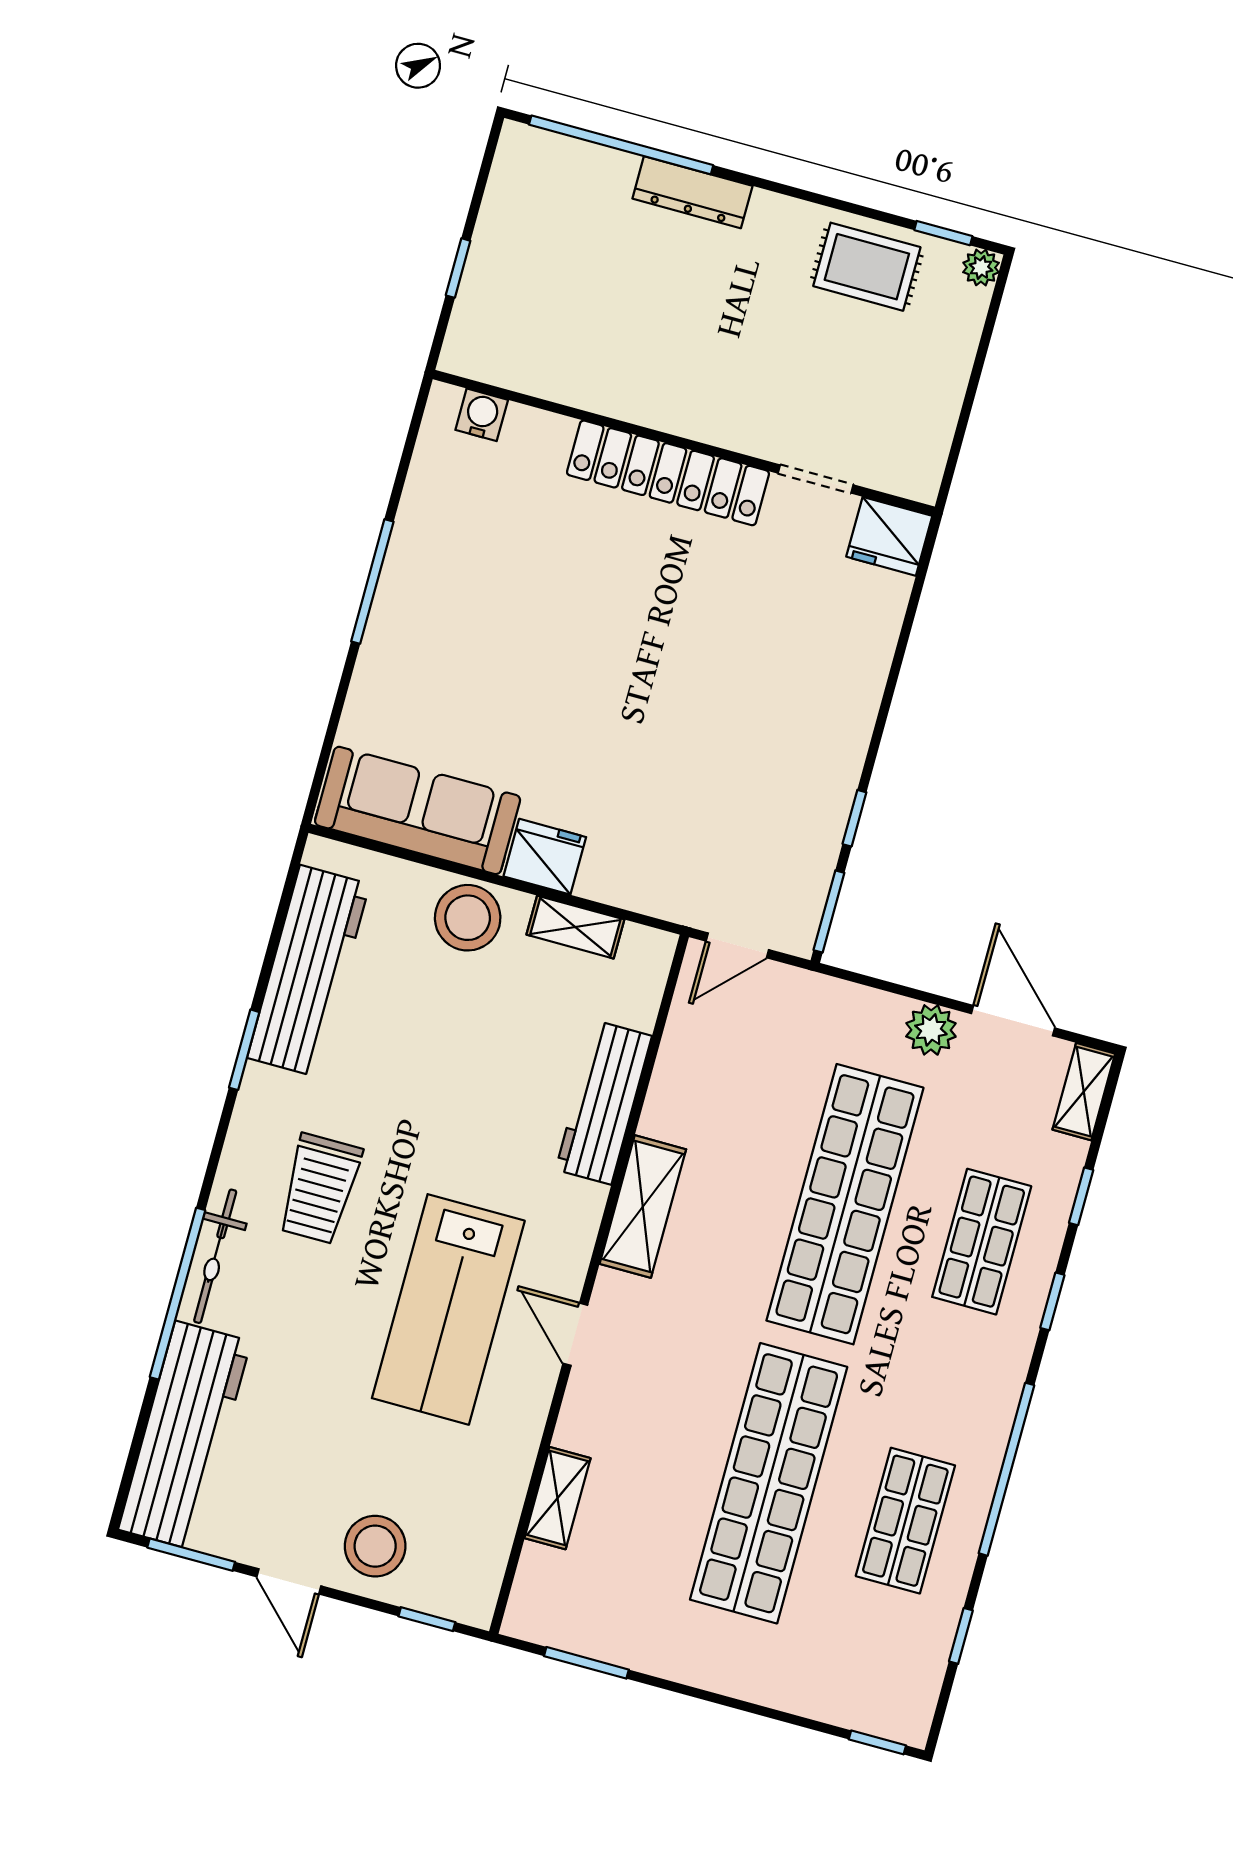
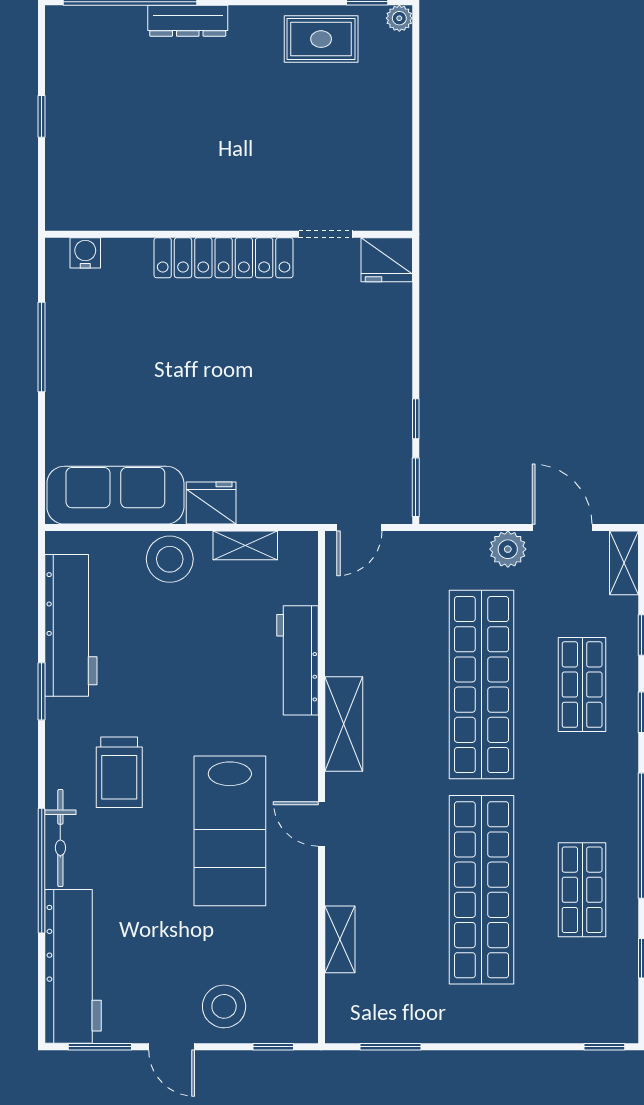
water cooler: (482, 415) -> (85, 253), moved
wall: (684, 443) -> (229, 234), moved
locker: (668, 473) -> (224, 258), moved
doorway: (816, 479) -> (326, 234), moved
fridge: (889, 536) -> (387, 260), moved

